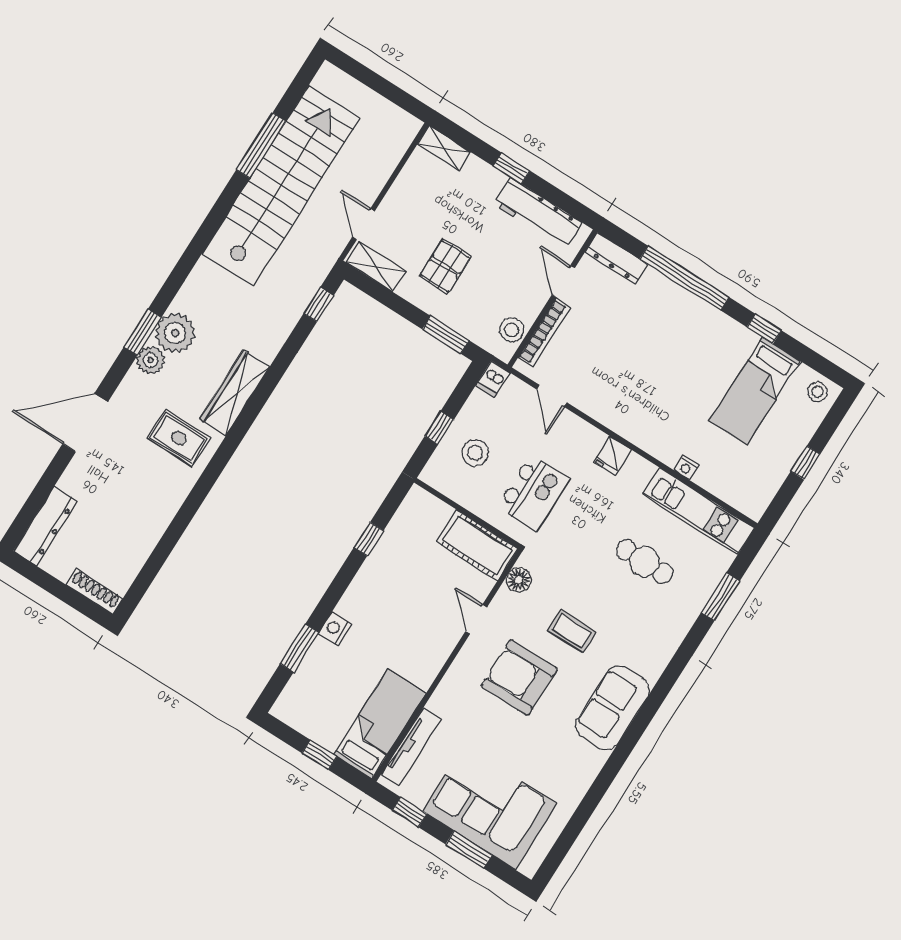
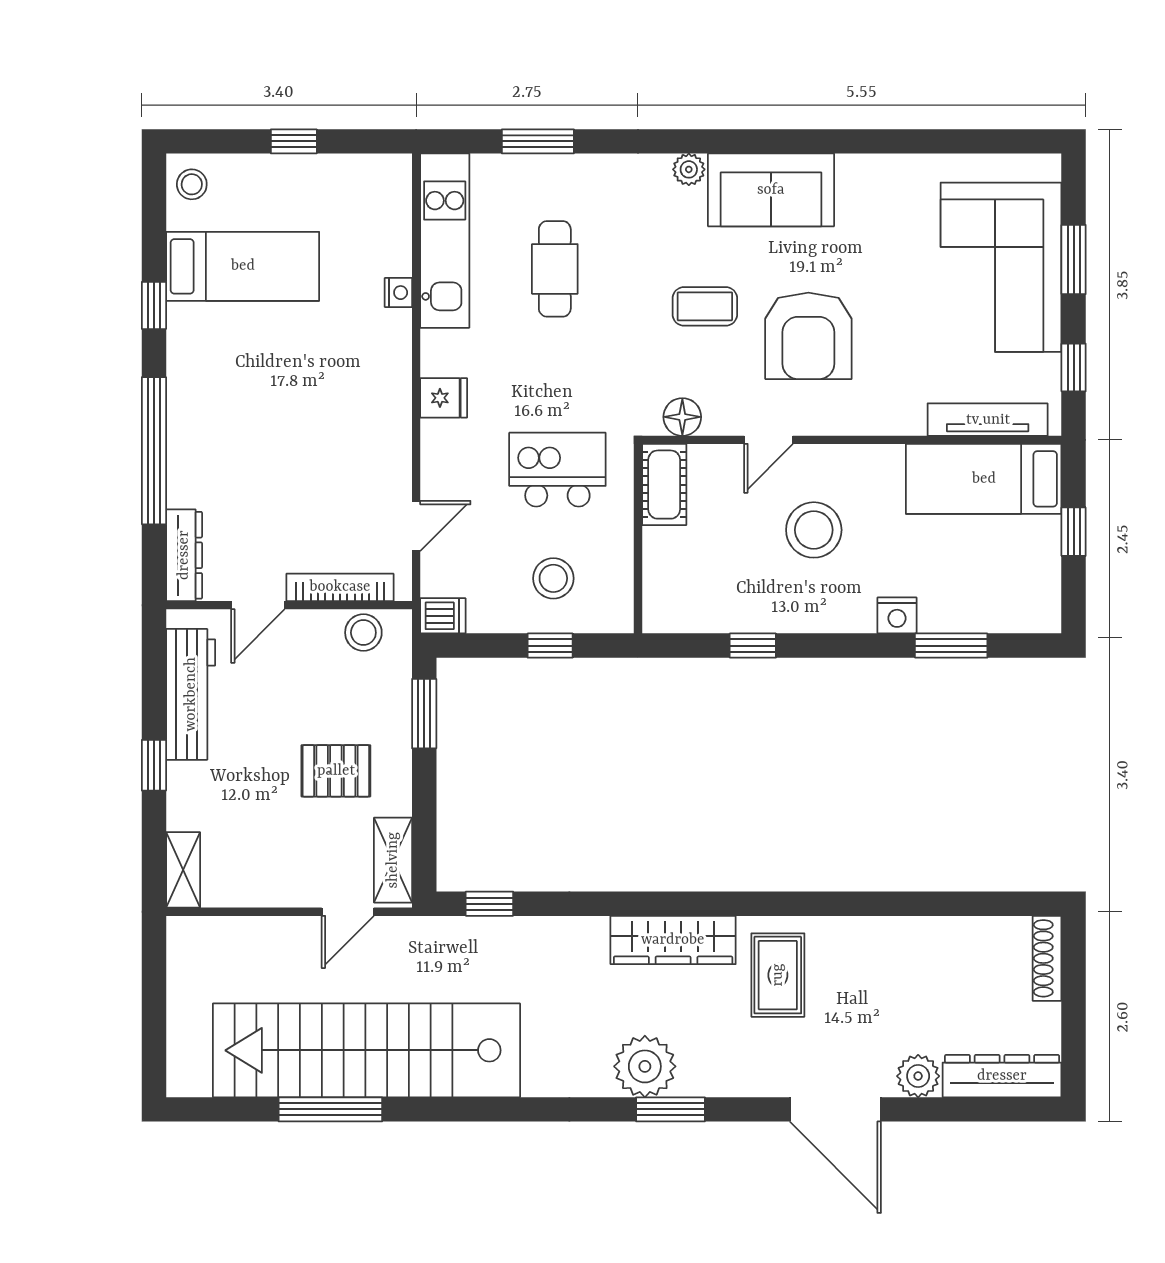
plant: (151, 360) -> (918, 1076), moved
cot: (477, 545) -> (664, 485), width x0.73, depth x0.75
stool: (411, 613) -> (814, 530), added
coffee table: (572, 631) -> (705, 306), turned 90
plant: (652, 670) -> (689, 169), added

